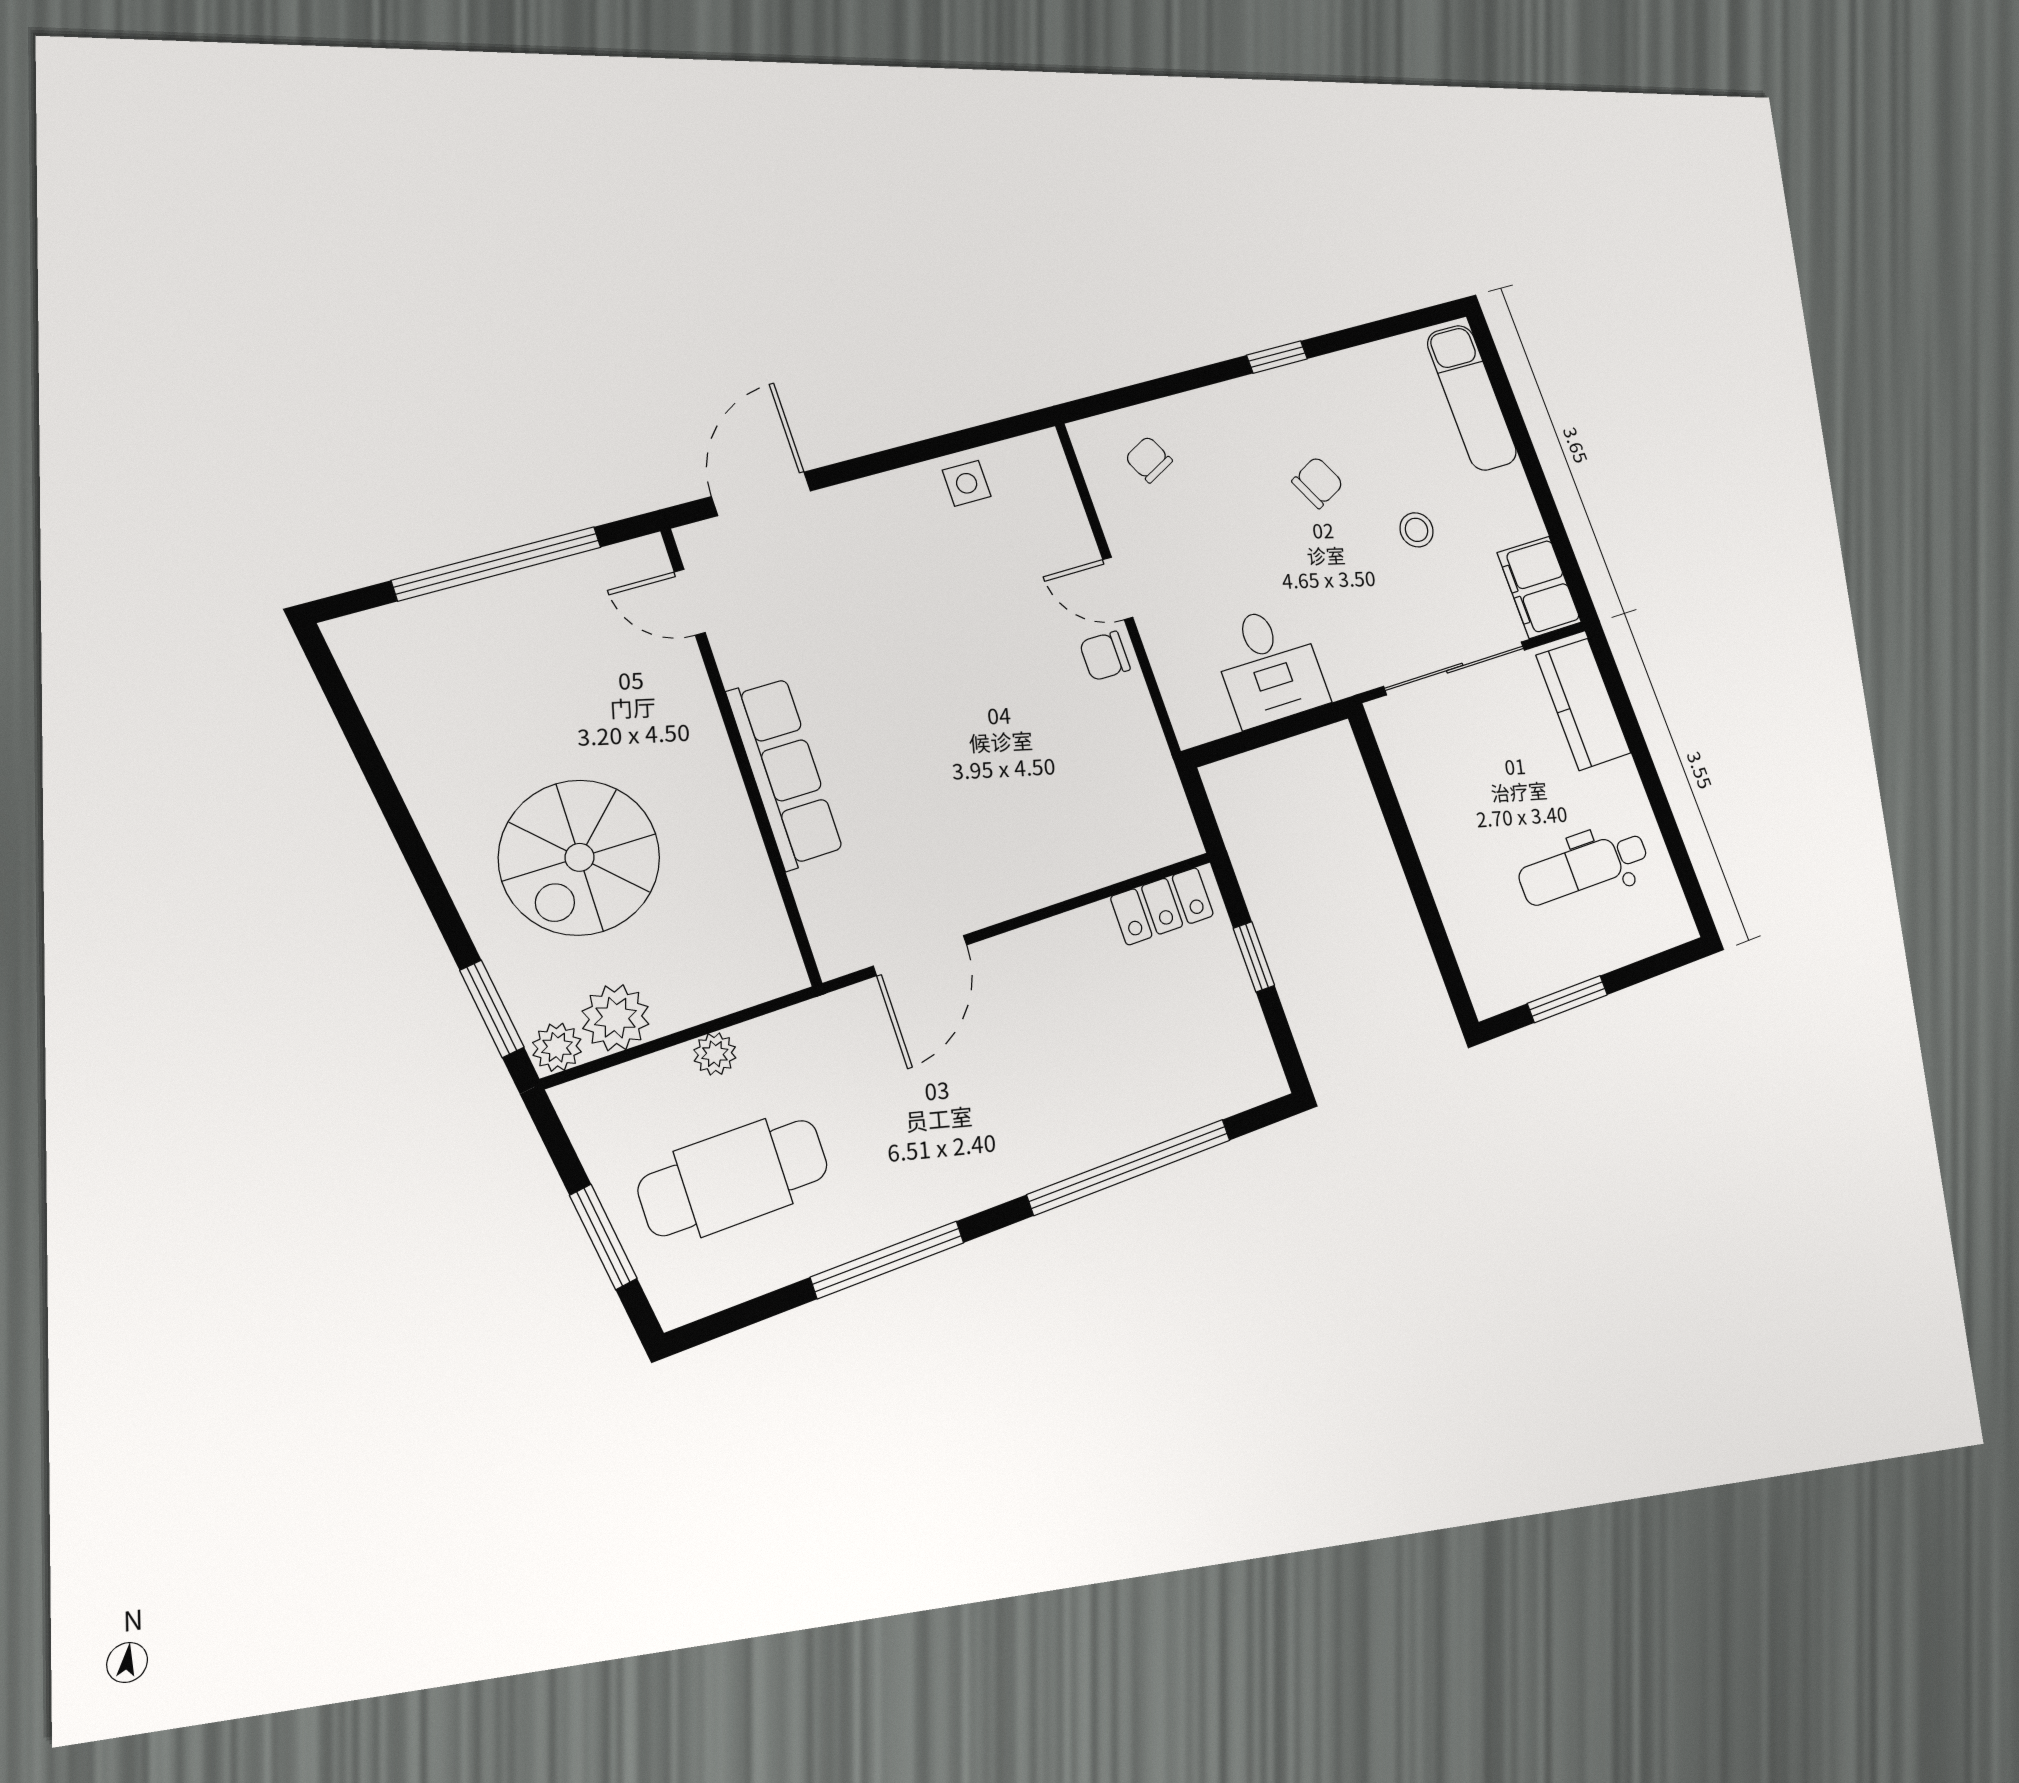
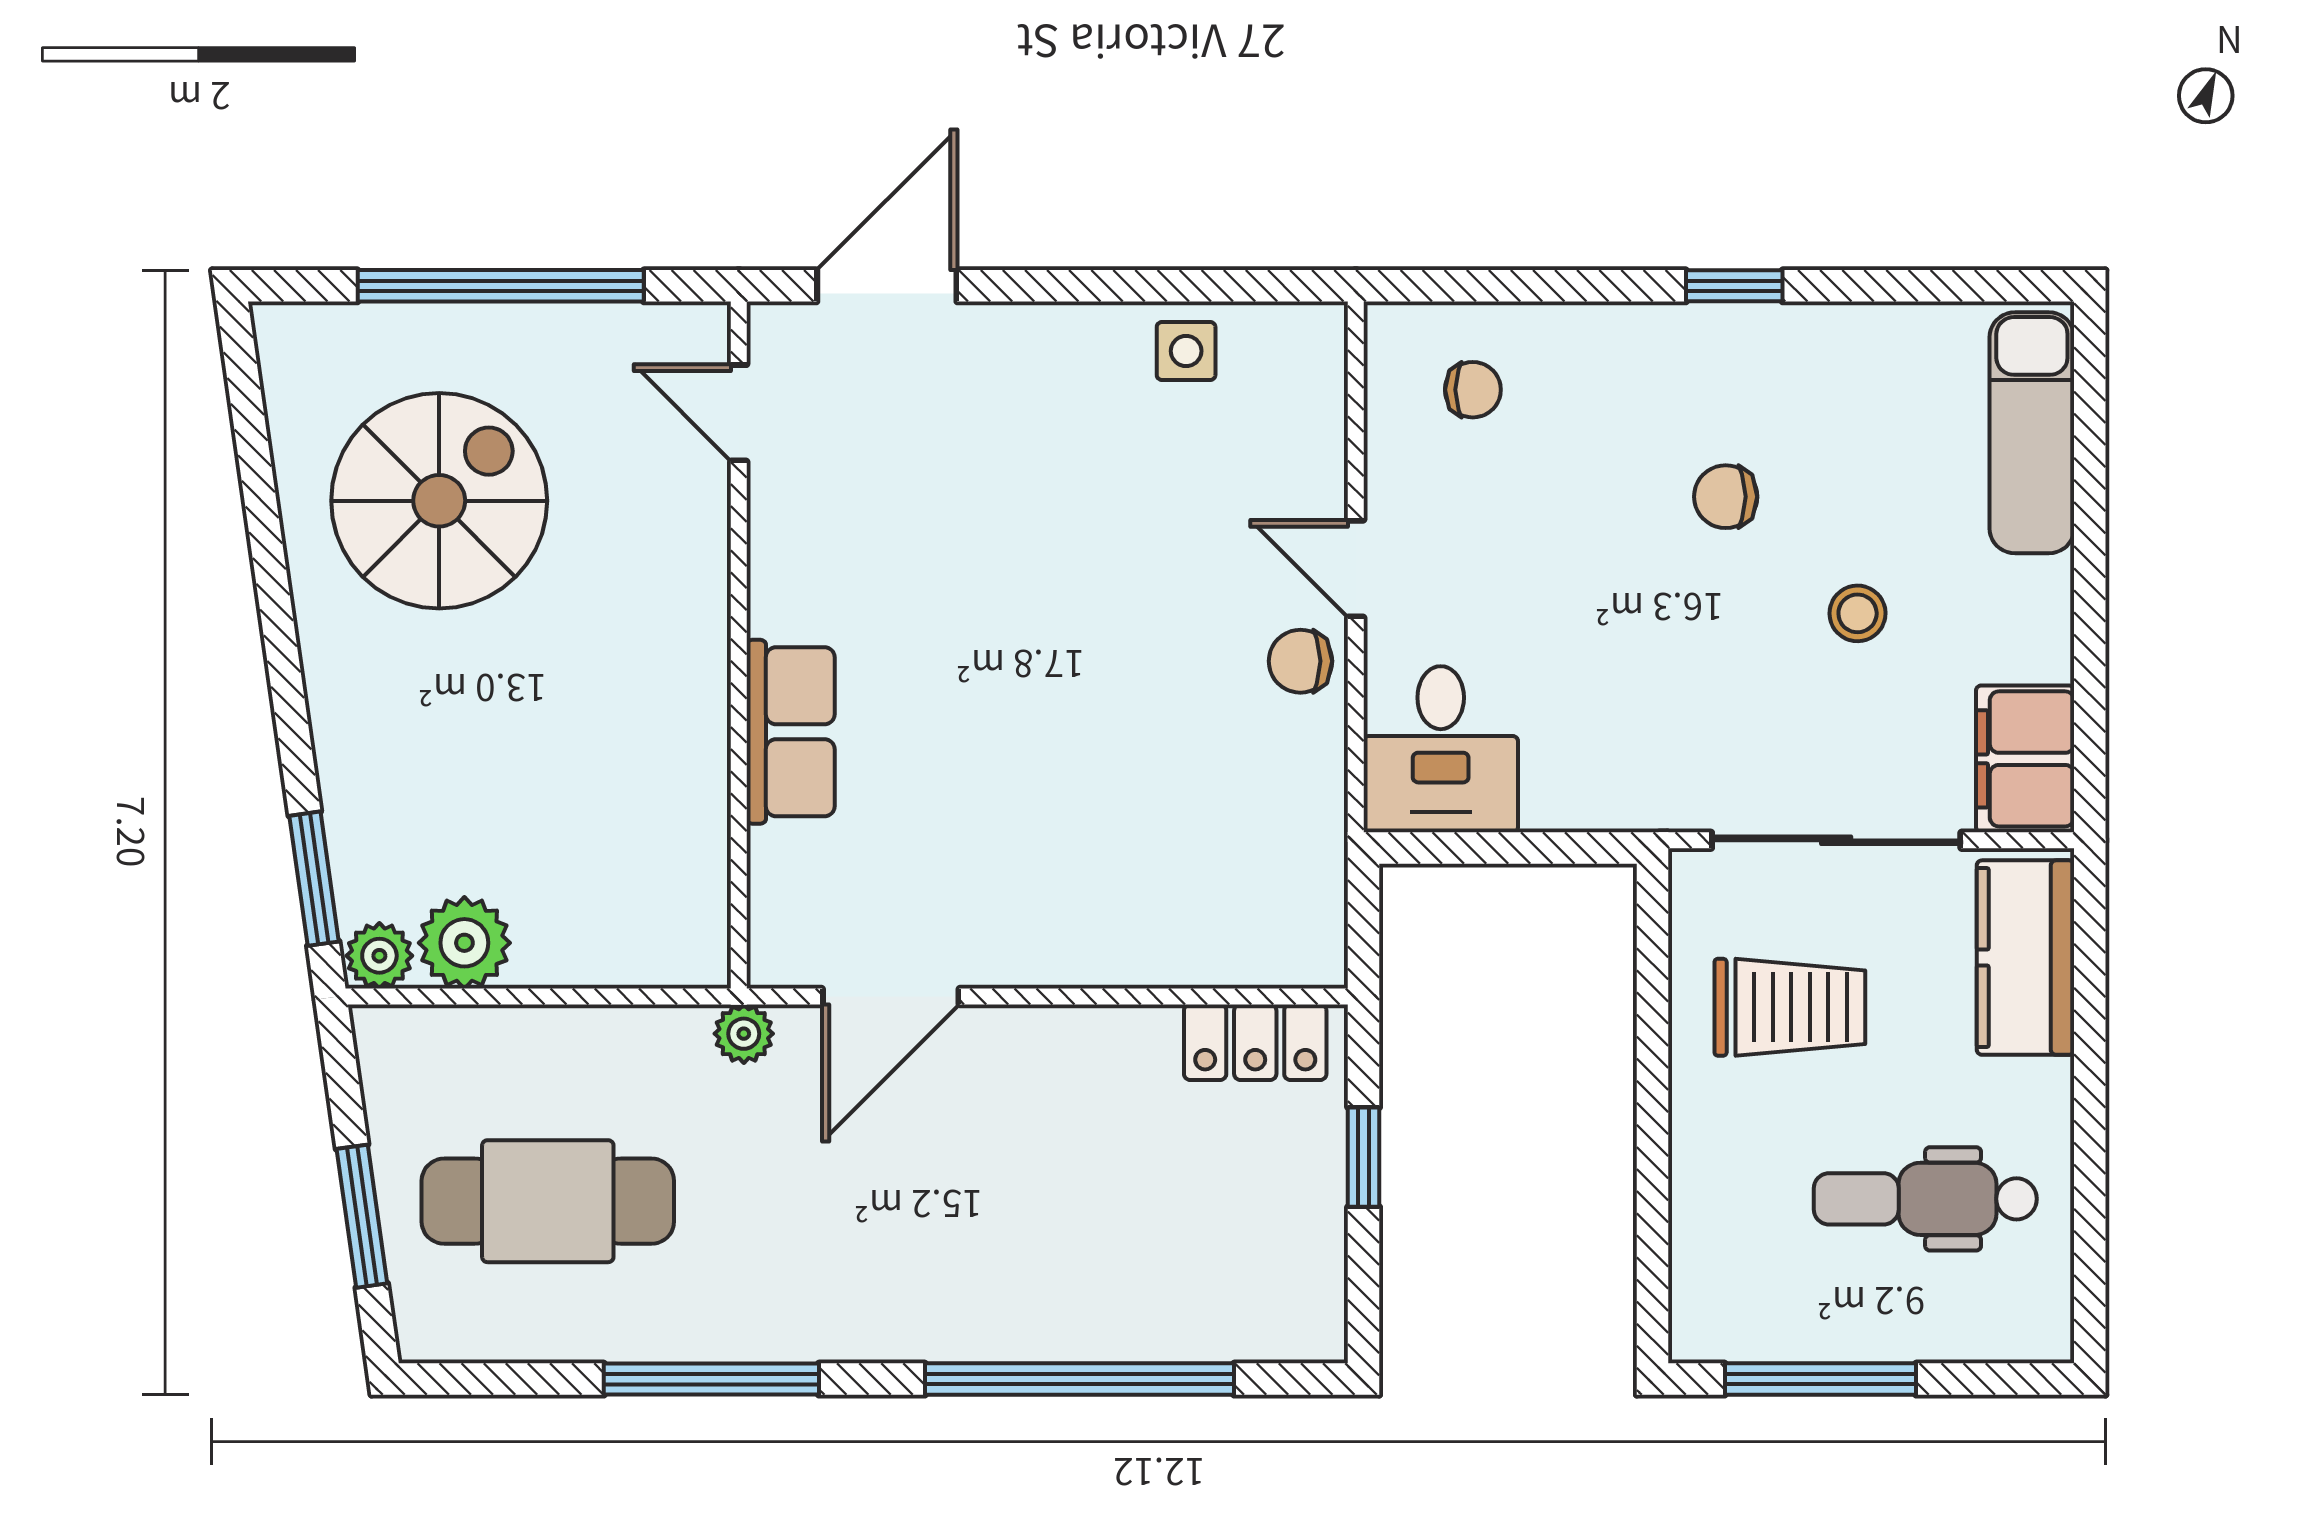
chair: (1149, 459) -> (1473, 390), turned 117
chair: (1318, 482) -> (1726, 497), turned -153
desk: (1269, 666) -> (1441, 749), moved
row of seats: (785, 772) -> (791, 732), width x0.68
trolley: (1466, 777) -> (1790, 1007), added
spiral stairs: (580, 857) -> (439, 501), moved, turned 180
window: (1567, 999) -> (1820, 1379), width x1.44
plant: (715, 1054) -> (744, 1034), moved

